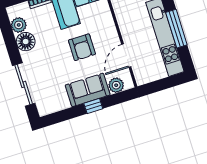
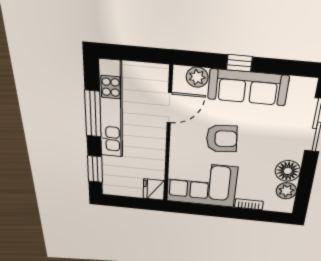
armchair: (82, 47) -> (222, 139), turned 86
sofa: (88, 90) -> (248, 87), width x1.36

